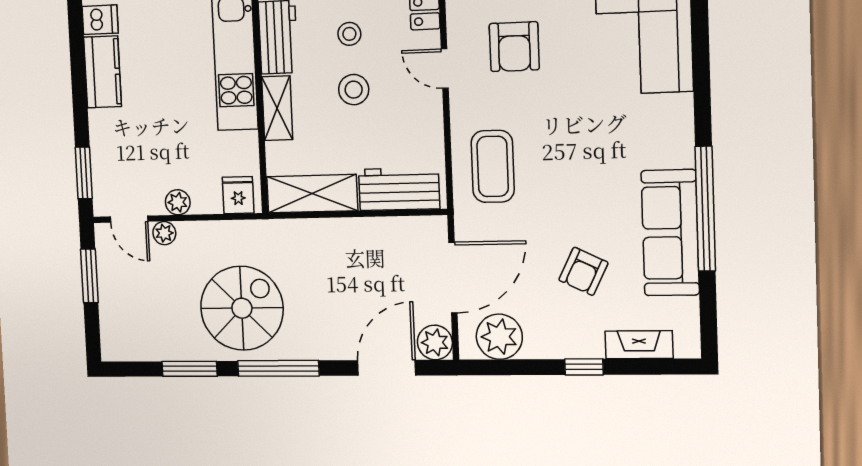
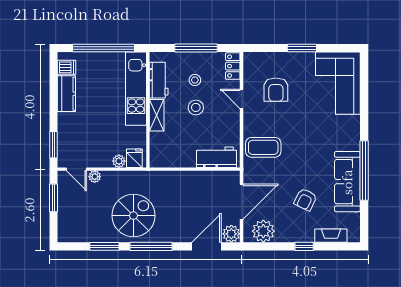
coffee table: (493, 166) -> (263, 147), turned 90
shelving: (312, 194) -> (173, 158), removed
plant: (178, 202) -> (119, 161), moved

